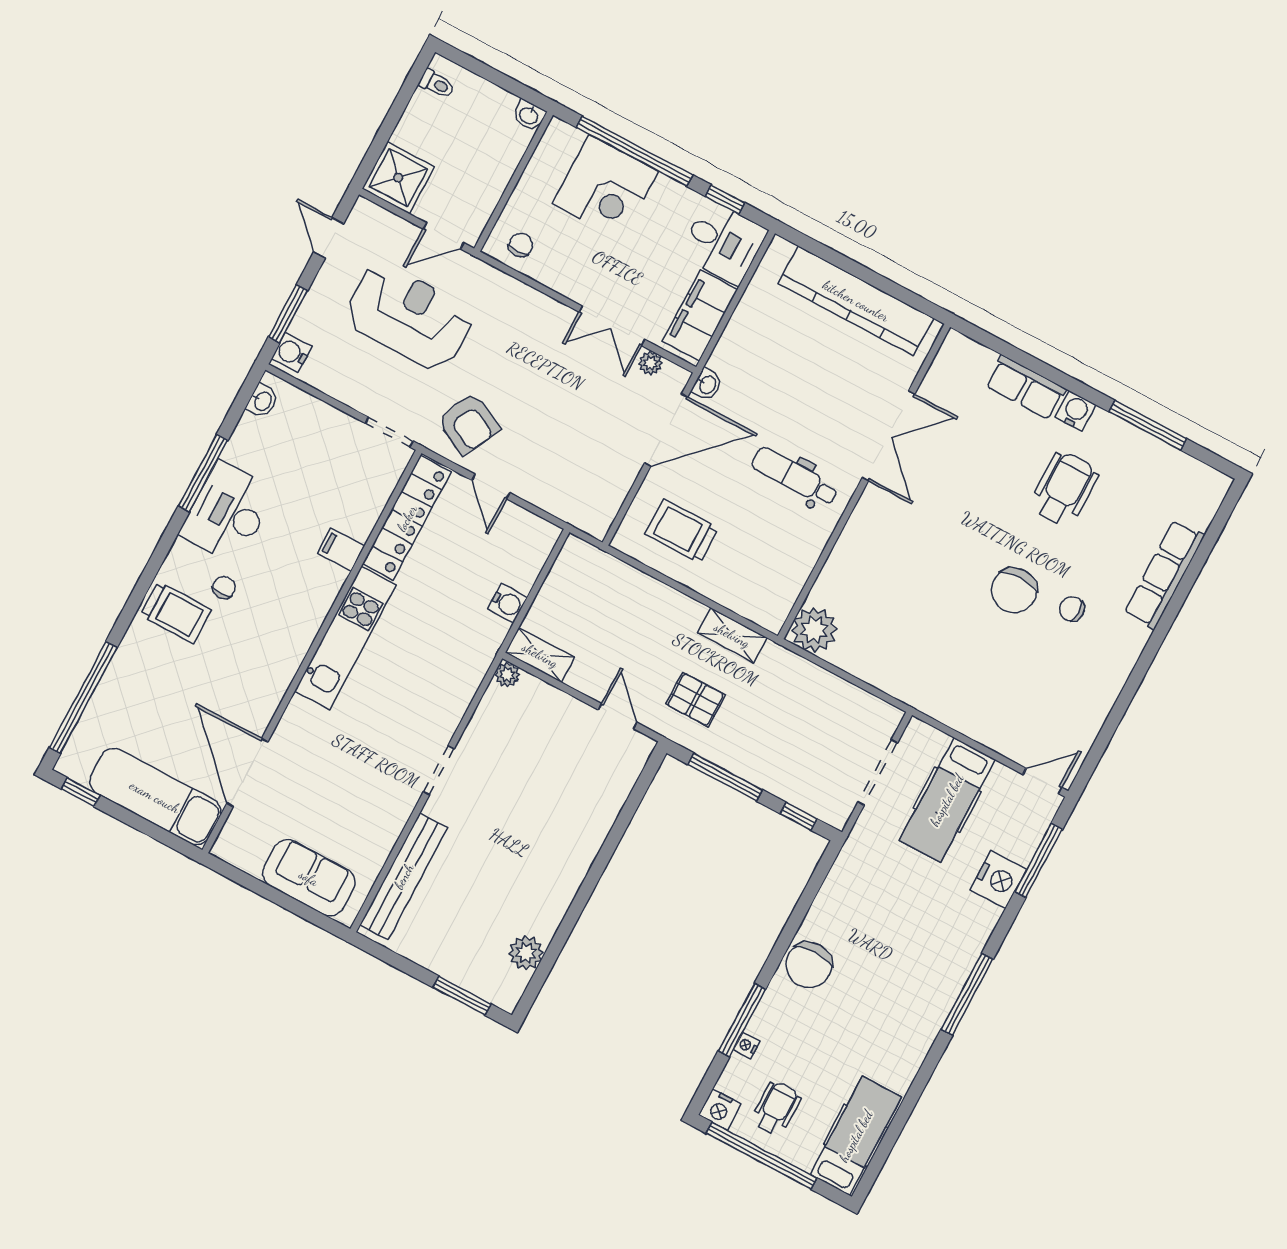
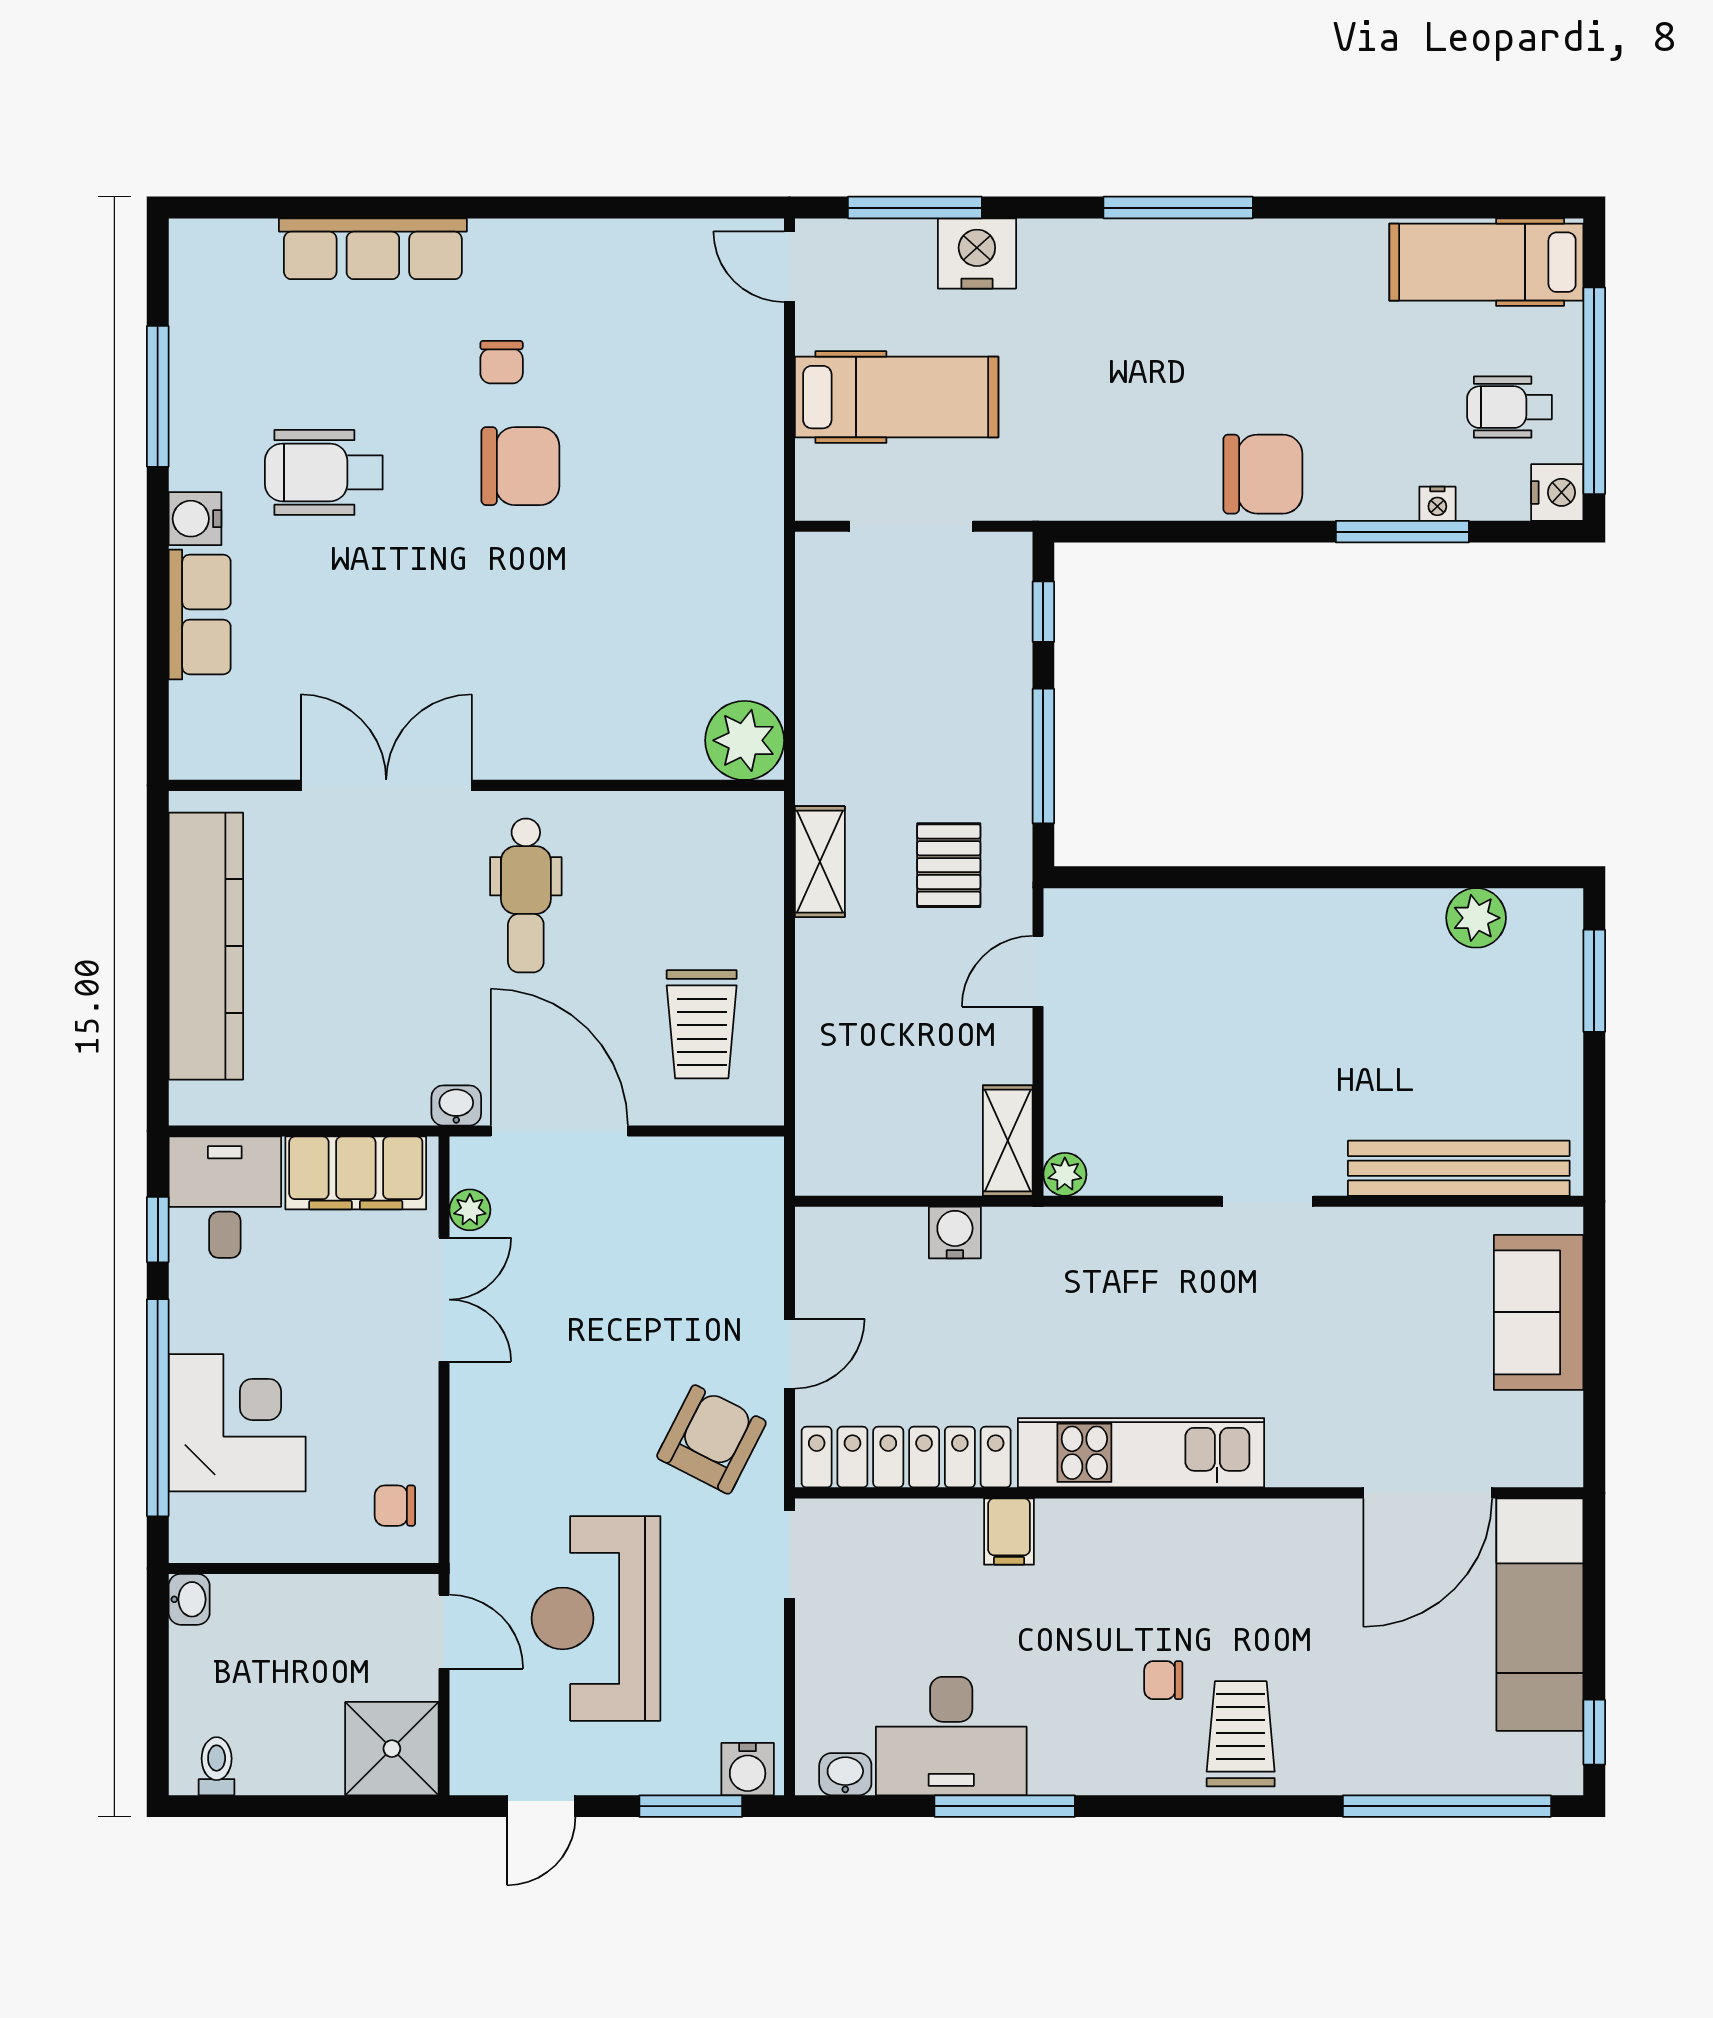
desk: (228, 512) -> (951, 1736), moved

